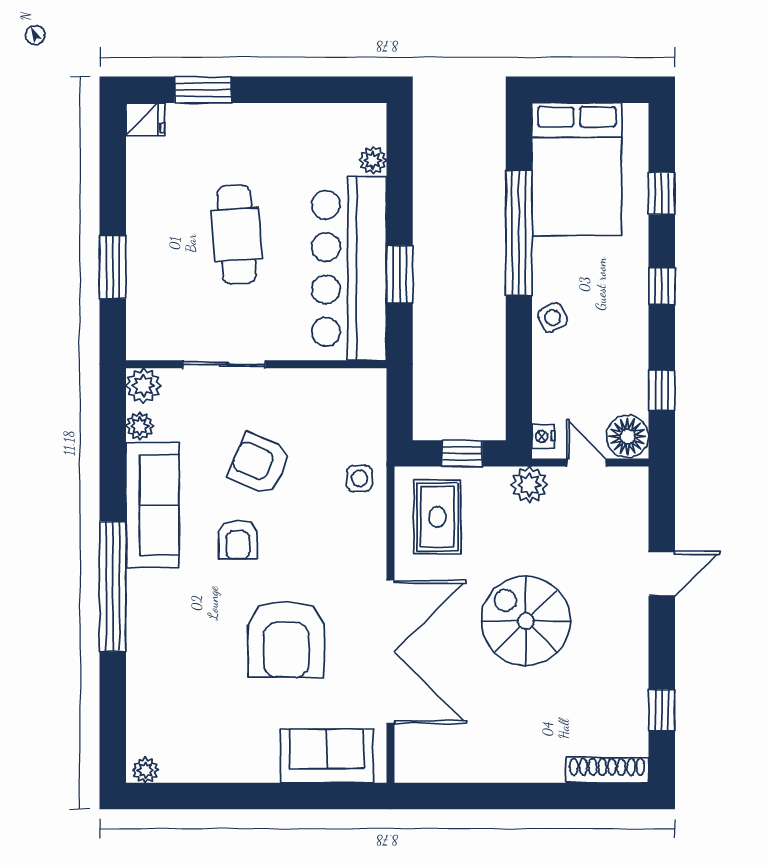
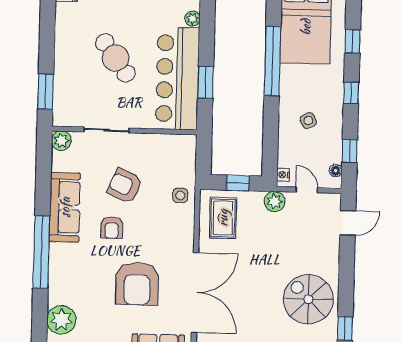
cafe table: (237, 235) -> (115, 58), turned -32
window: (113, 267) -> (46, 92), moved
side table: (553, 318) -> (308, 121), moved
plant: (140, 426) -> (61, 320), moved, width x1.87, depth x1.87
floor lamp: (627, 436) -> (336, 171), width x0.53, depth x0.53
door: (662, 574) -> (348, 223), moved
spiral stairs: (526, 621) -> (308, 299), moved

